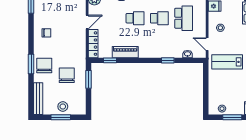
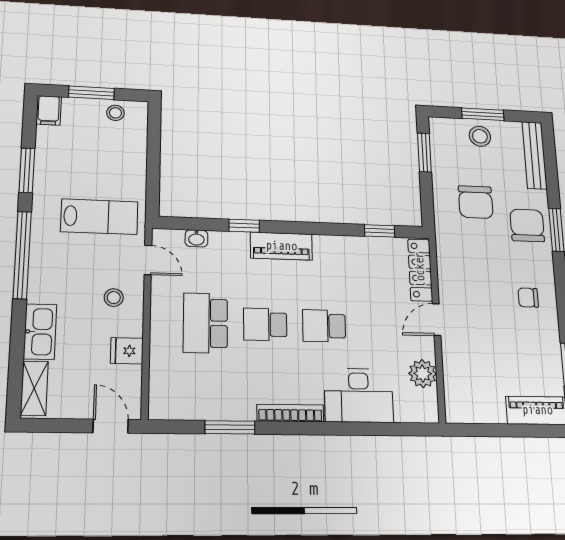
piano: (125, 52) -> (281, 246), moved
chair: (44, 65) -> (527, 225), turned 180
window: (89, 79) -> (424, 152), moved

